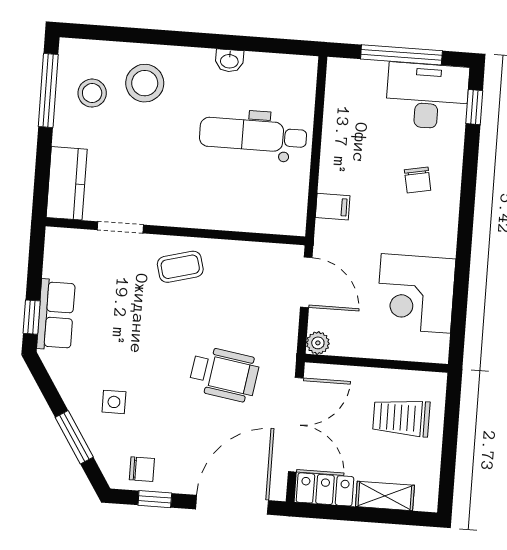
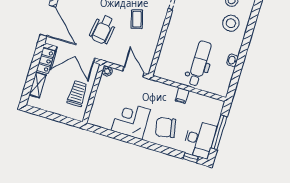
chair: (418, 180) -> (166, 128), width x1.87, depth x1.87
filing cabinet: (333, 207) -> (182, 96), moved
coffee table: (180, 267) -> (137, 19), moved
door: (306, 282) -> (133, 72), swing flipped
corner desk: (416, 293) -> (131, 120), moved
trolley: (401, 418) -> (77, 94), moved

